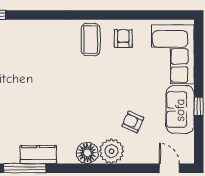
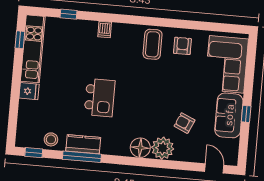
dishwasher: (37, 28) -> (105, 29), added
kitchen island: (38, 102) -> (100, 98), added
kitchen counter: (38, 154) -> (83, 144), moved

